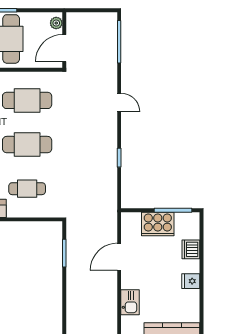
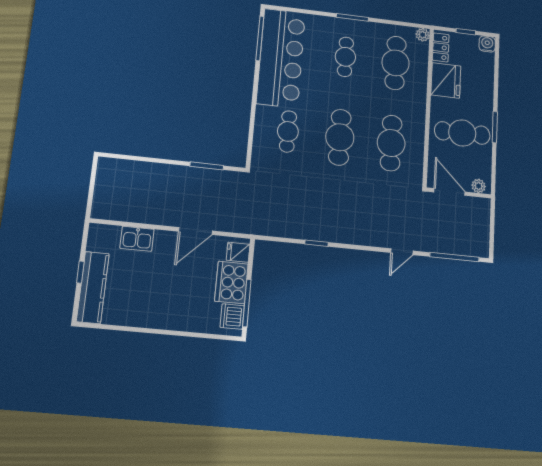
door: (119, 102) -> (402, 252), moved
dishwasher: (191, 249) -> (232, 316), moved, turned -90
door: (119, 257) -> (195, 231), swing flipped
fridge: (191, 281) -> (238, 252), moved, turned -90

